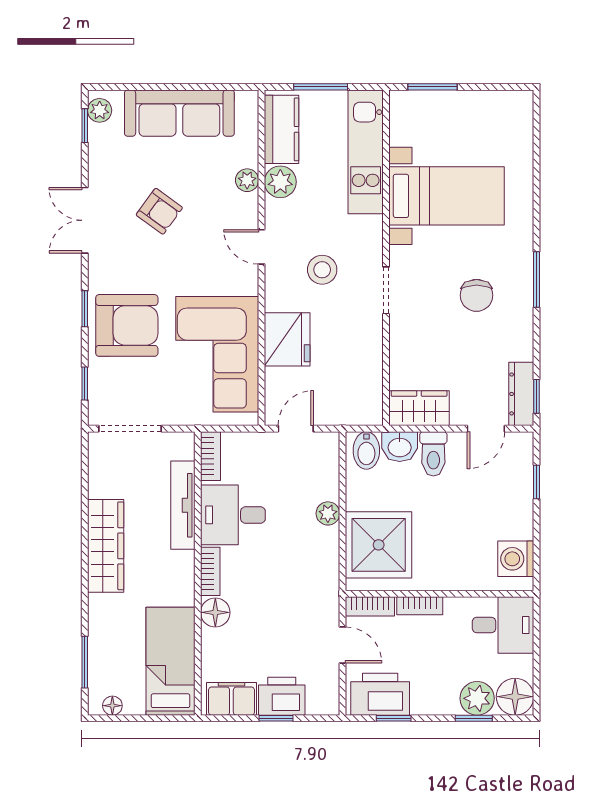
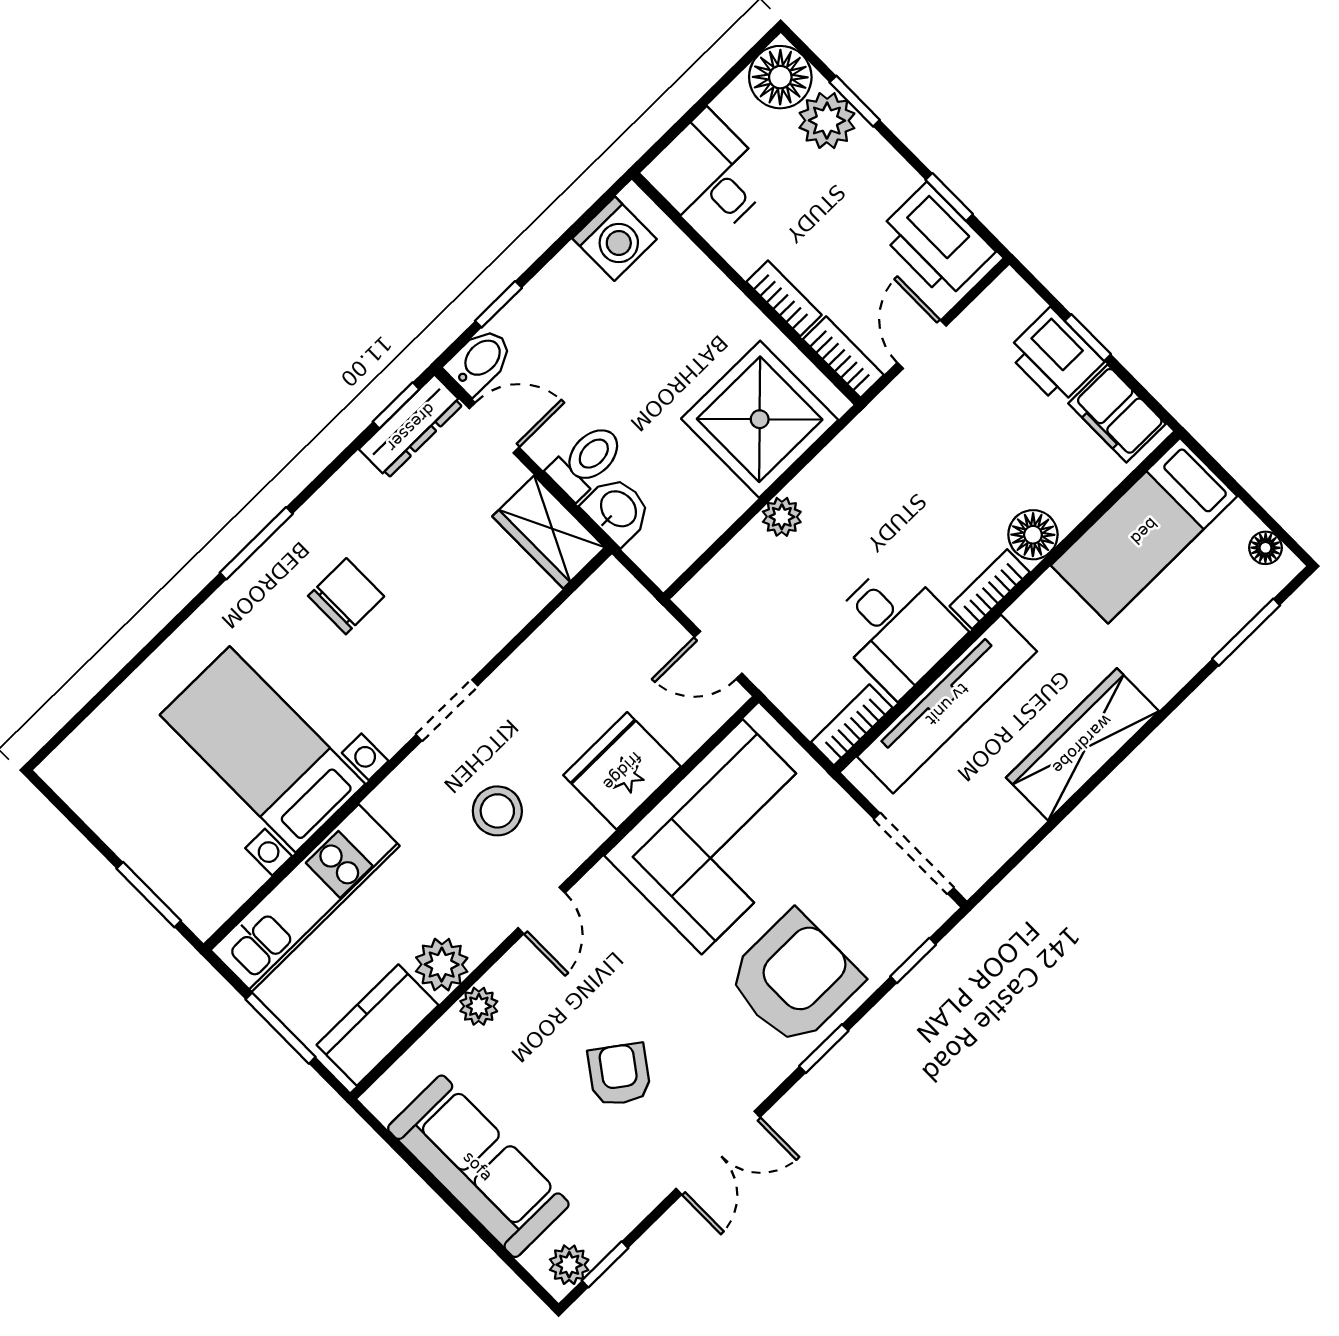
armchair: (127, 325) -> (794, 979), turned 90
bidet: (366, 450) -> (479, 361), moved
tv unit: (183, 505) -> (947, 704), width x1.36, depth x1.29

